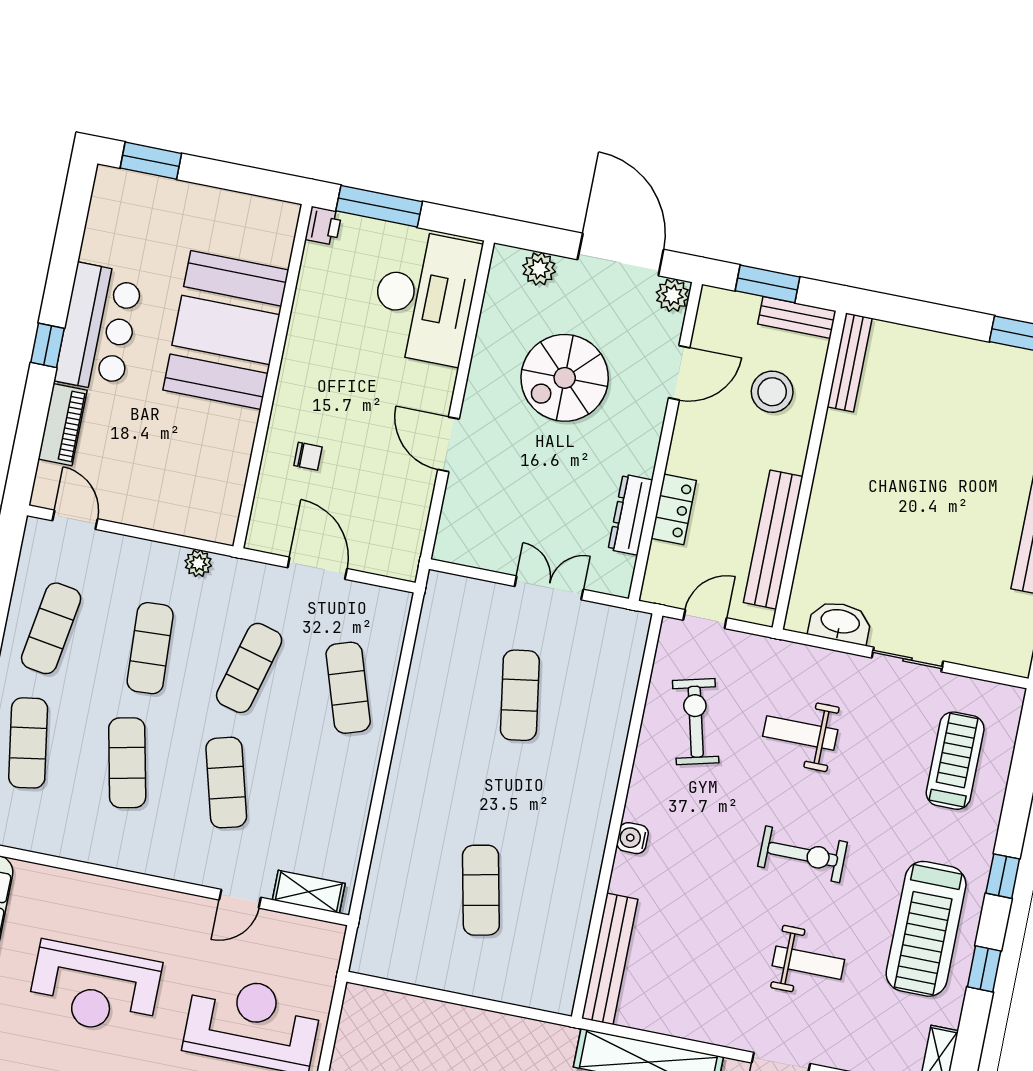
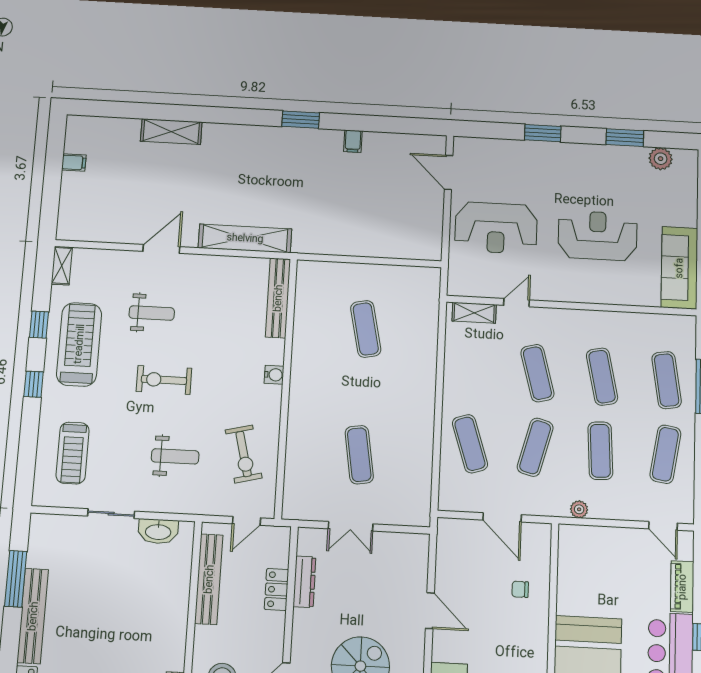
weight bench: (808, 963) -> (152, 313), turned 180

